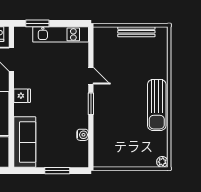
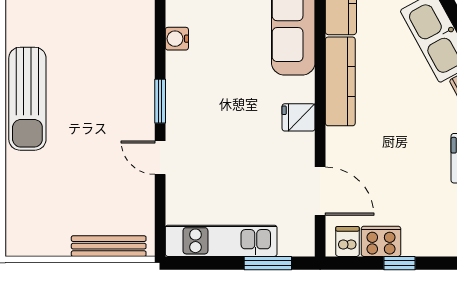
bench: (136, 32) -> (109, 246), moved
sun lounger: (157, 105) -> (27, 99), turned 180

